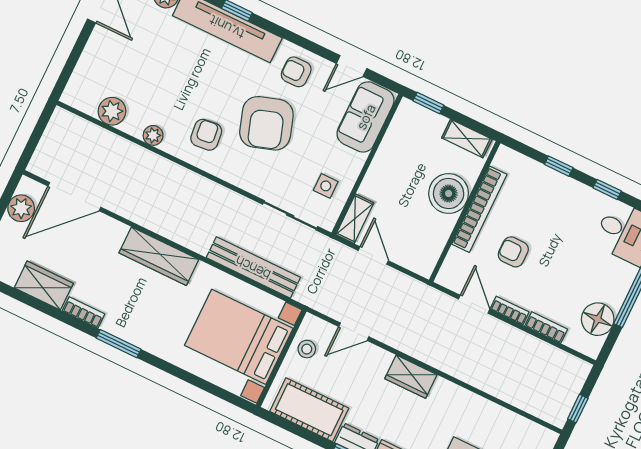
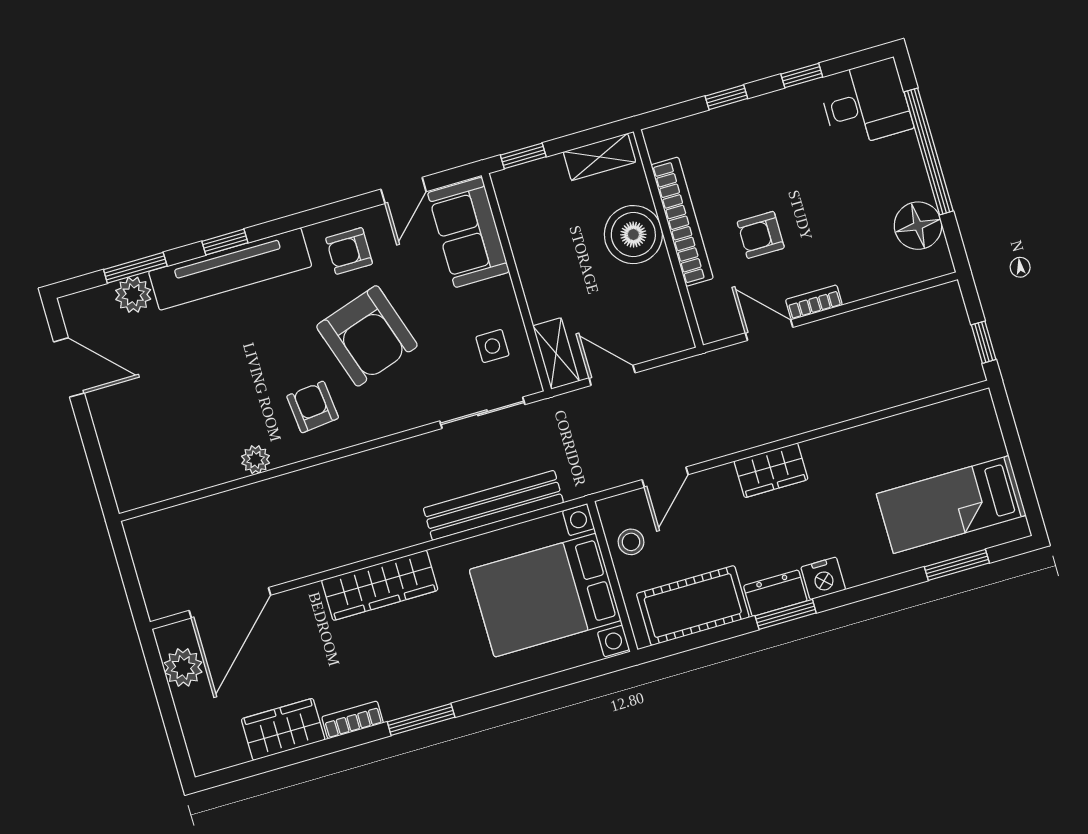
plant: (112, 111) -> (187, 473), removed
bookcase: (546, 328) -> (870, 285), removed

